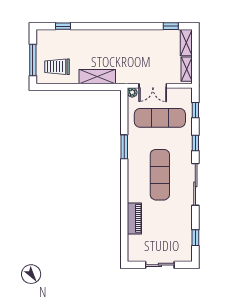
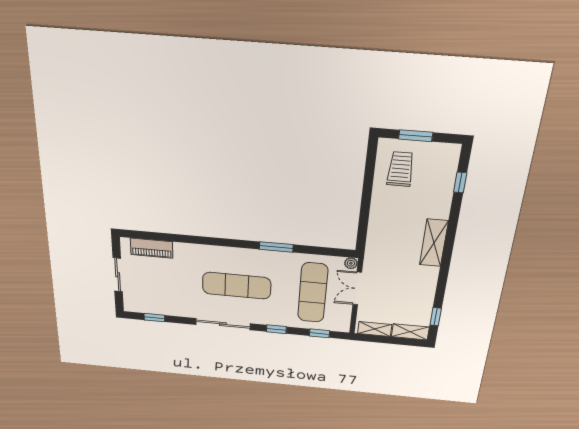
window: (33, 60) -> (416, 136), width x0.69
shelving: (97, 77) -> (434, 243), moved
piano: (134, 218) -> (152, 248), moved

